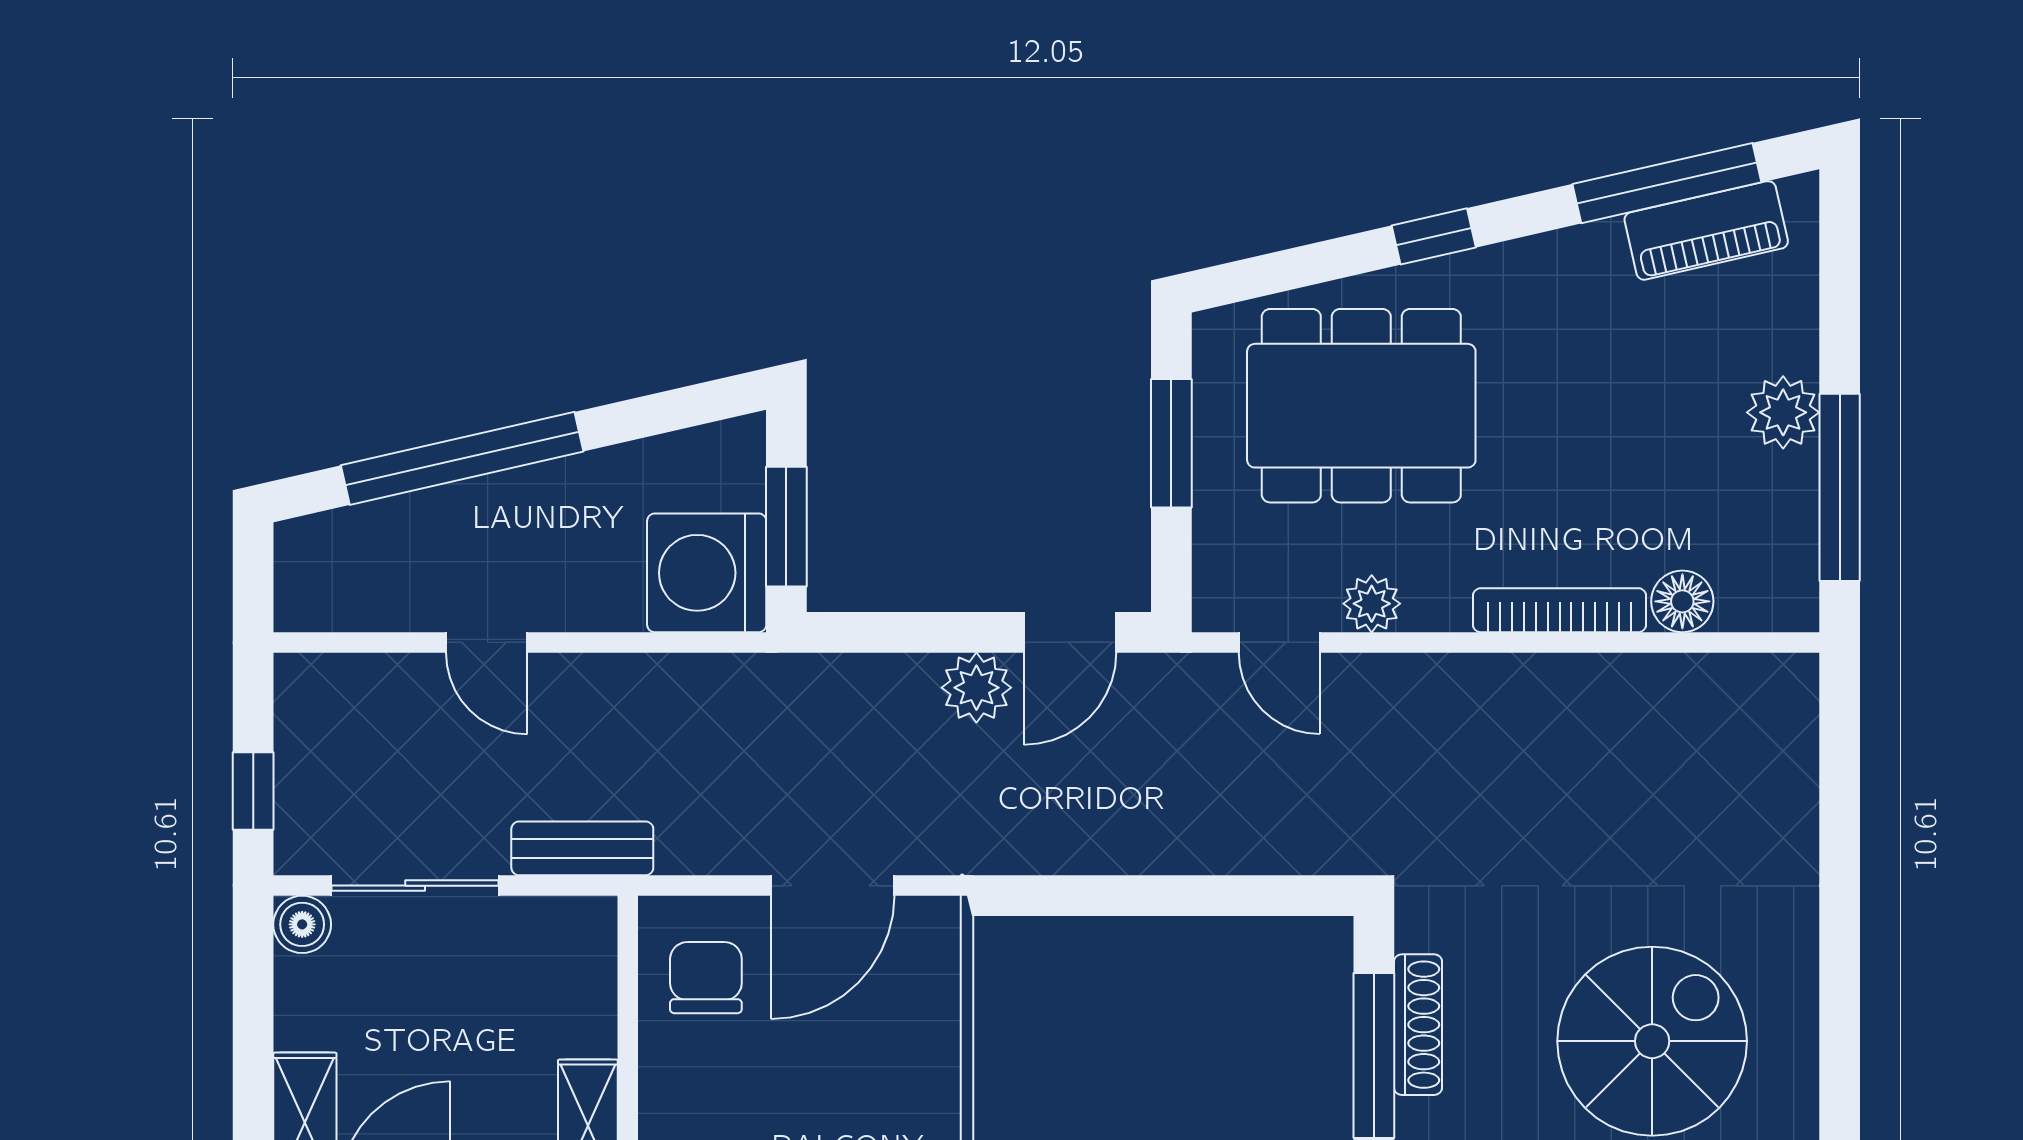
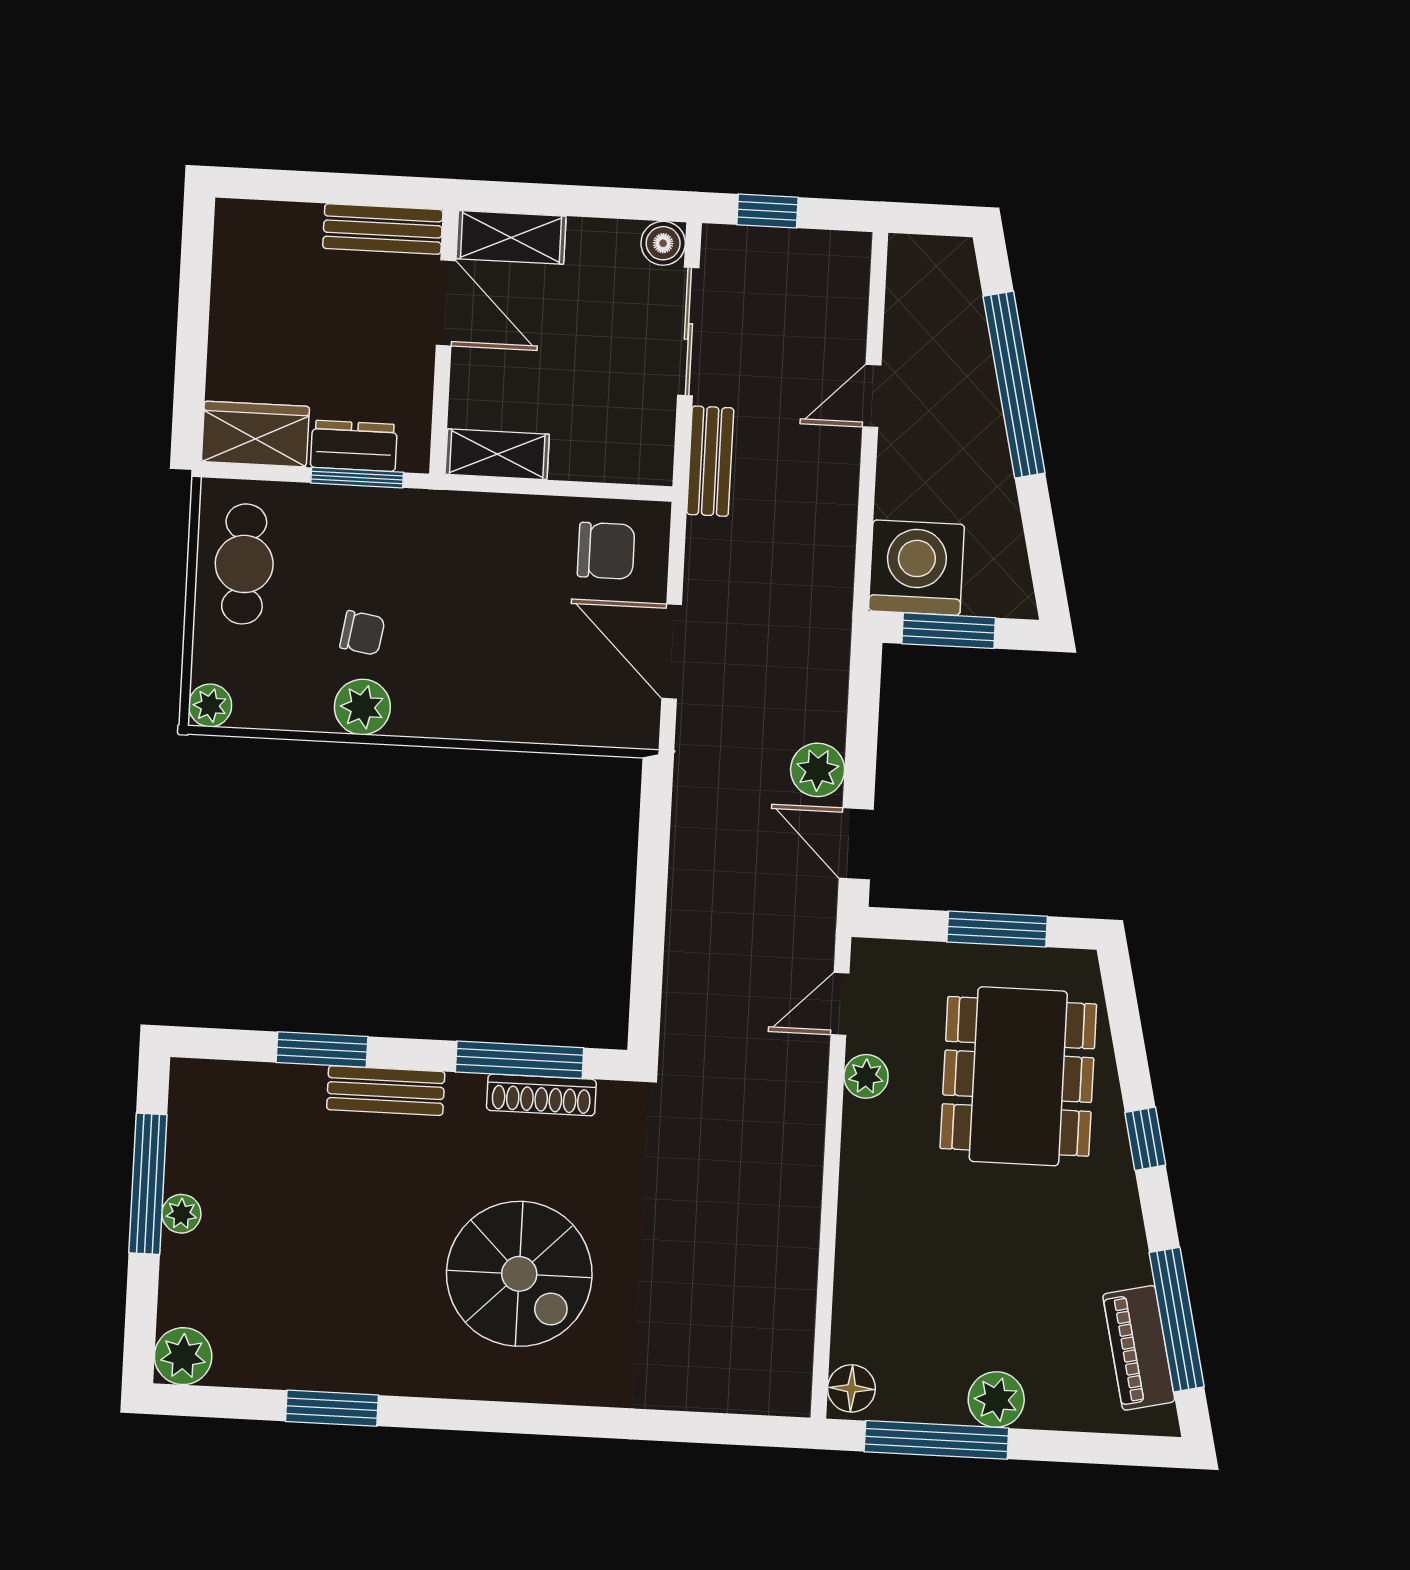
floor lamp: (1682, 601) -> (851, 1388), moved
bookcase: (1560, 610) -> (853, 1220), removed

